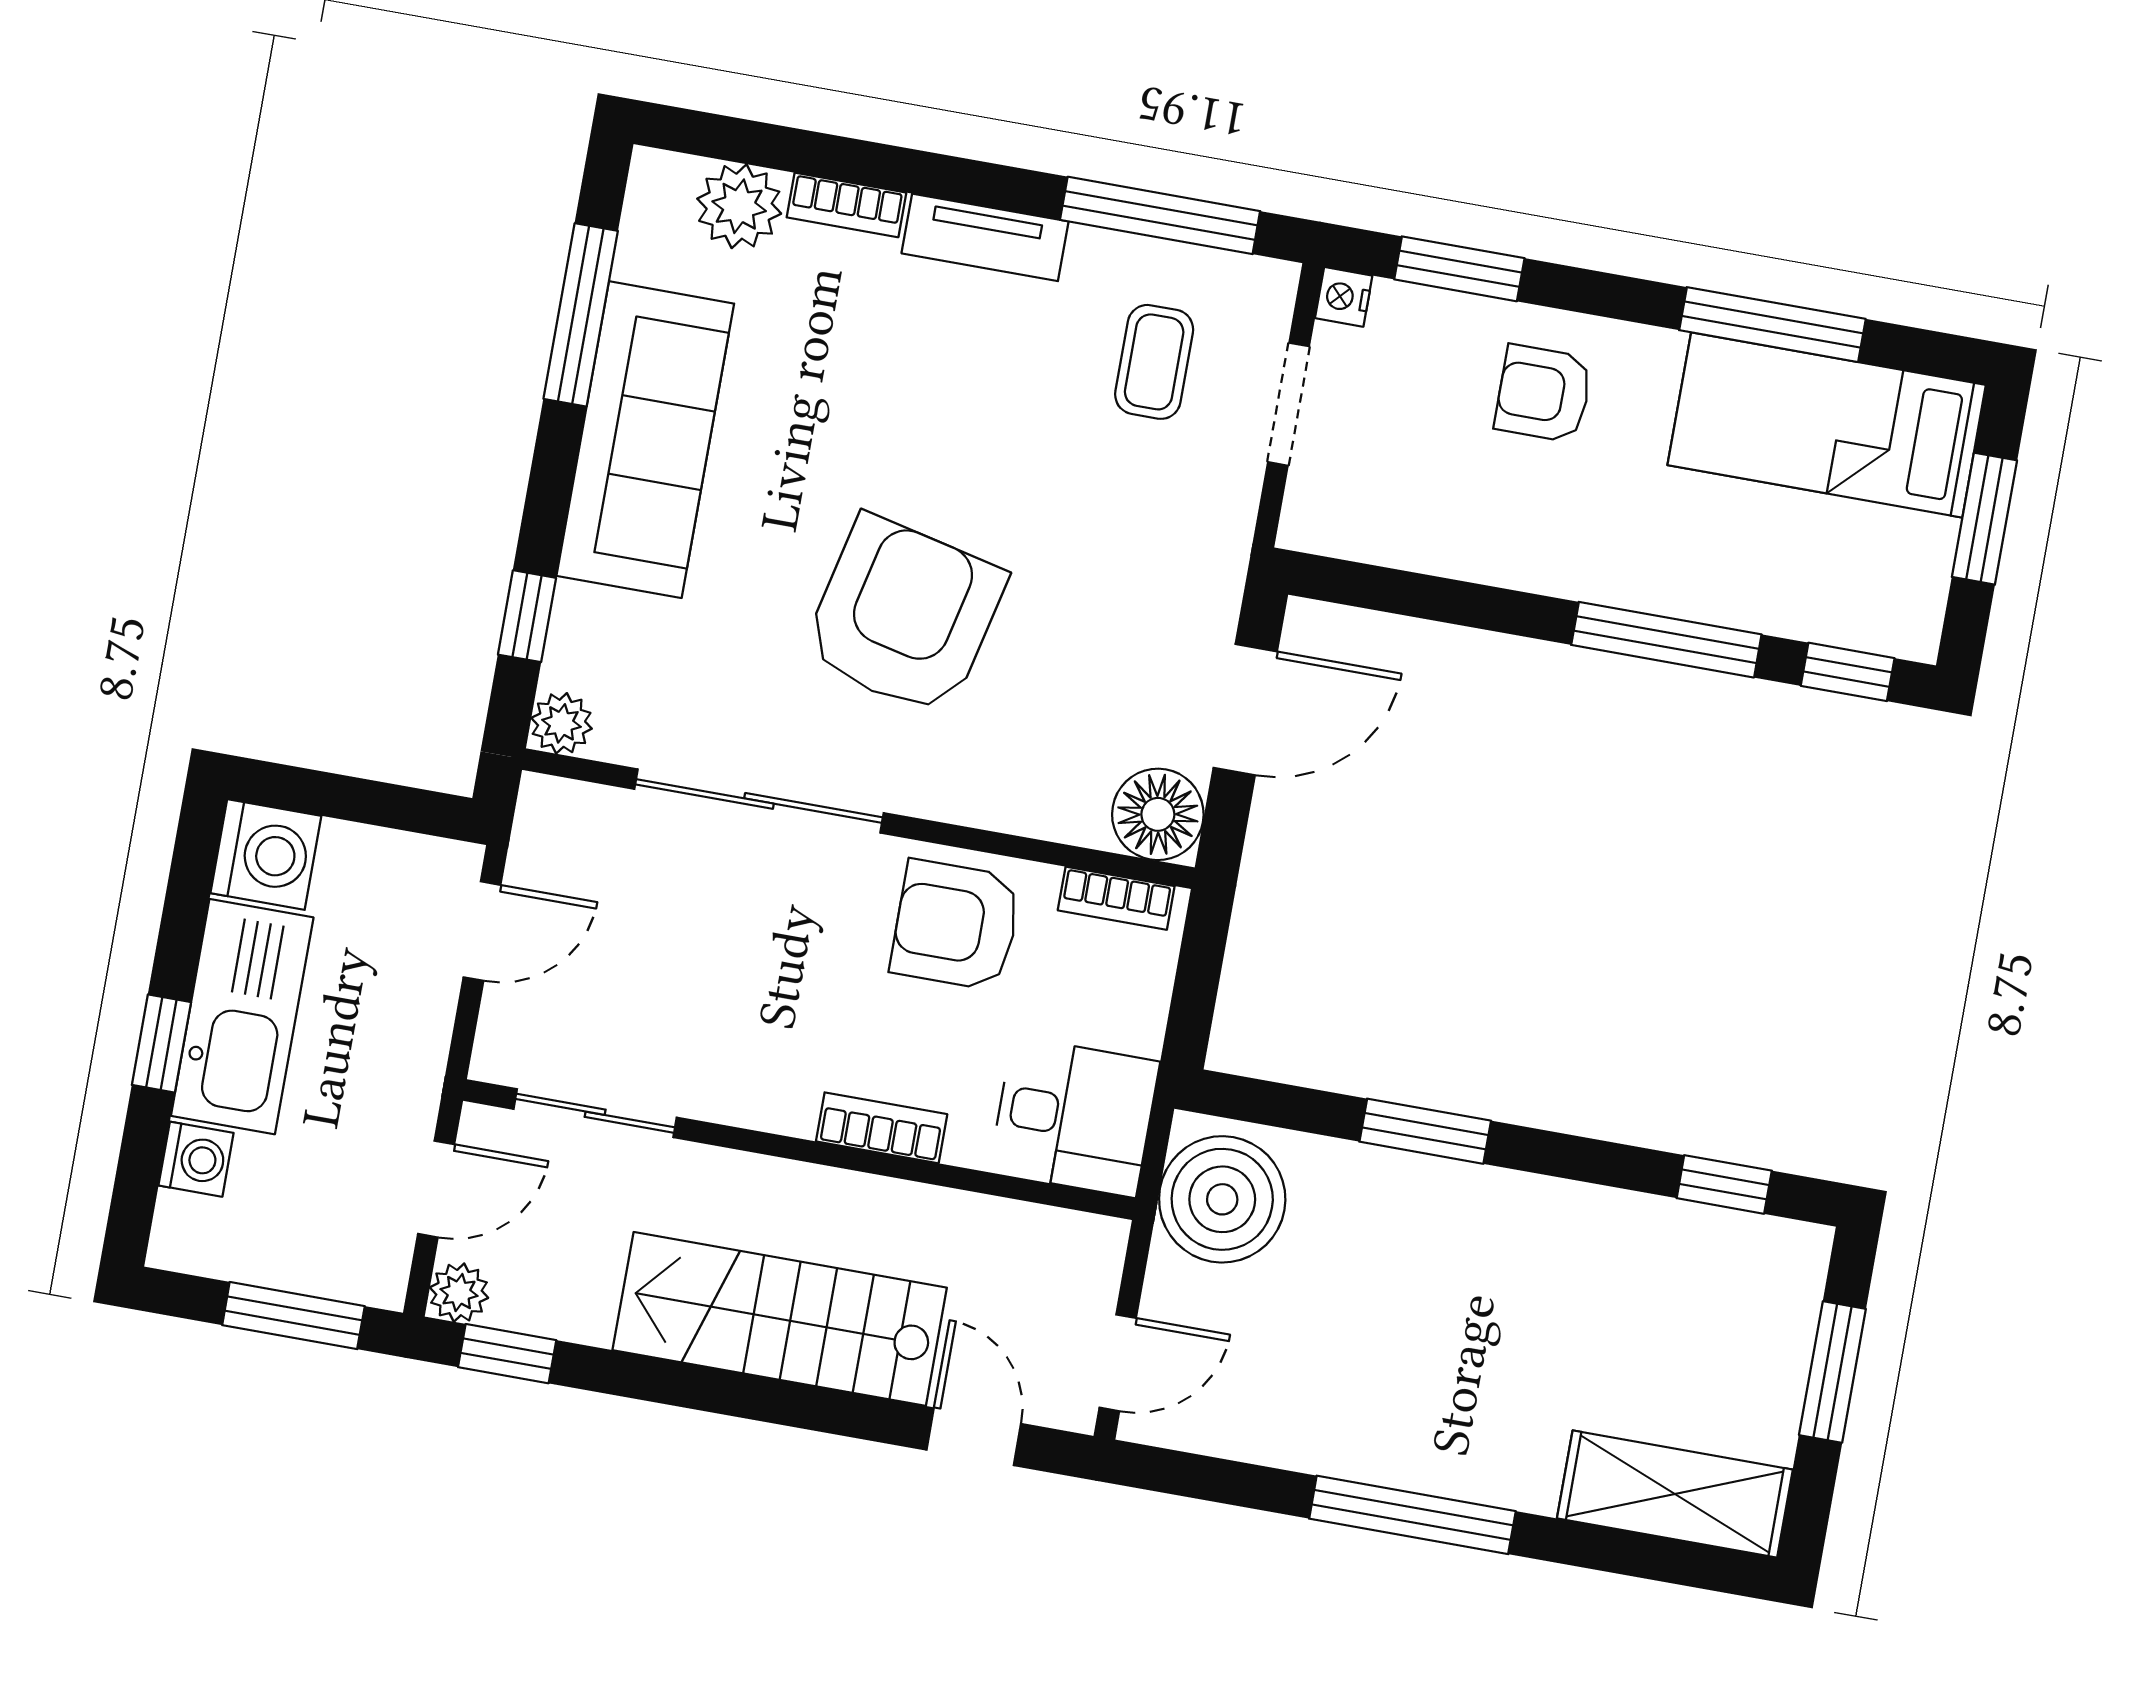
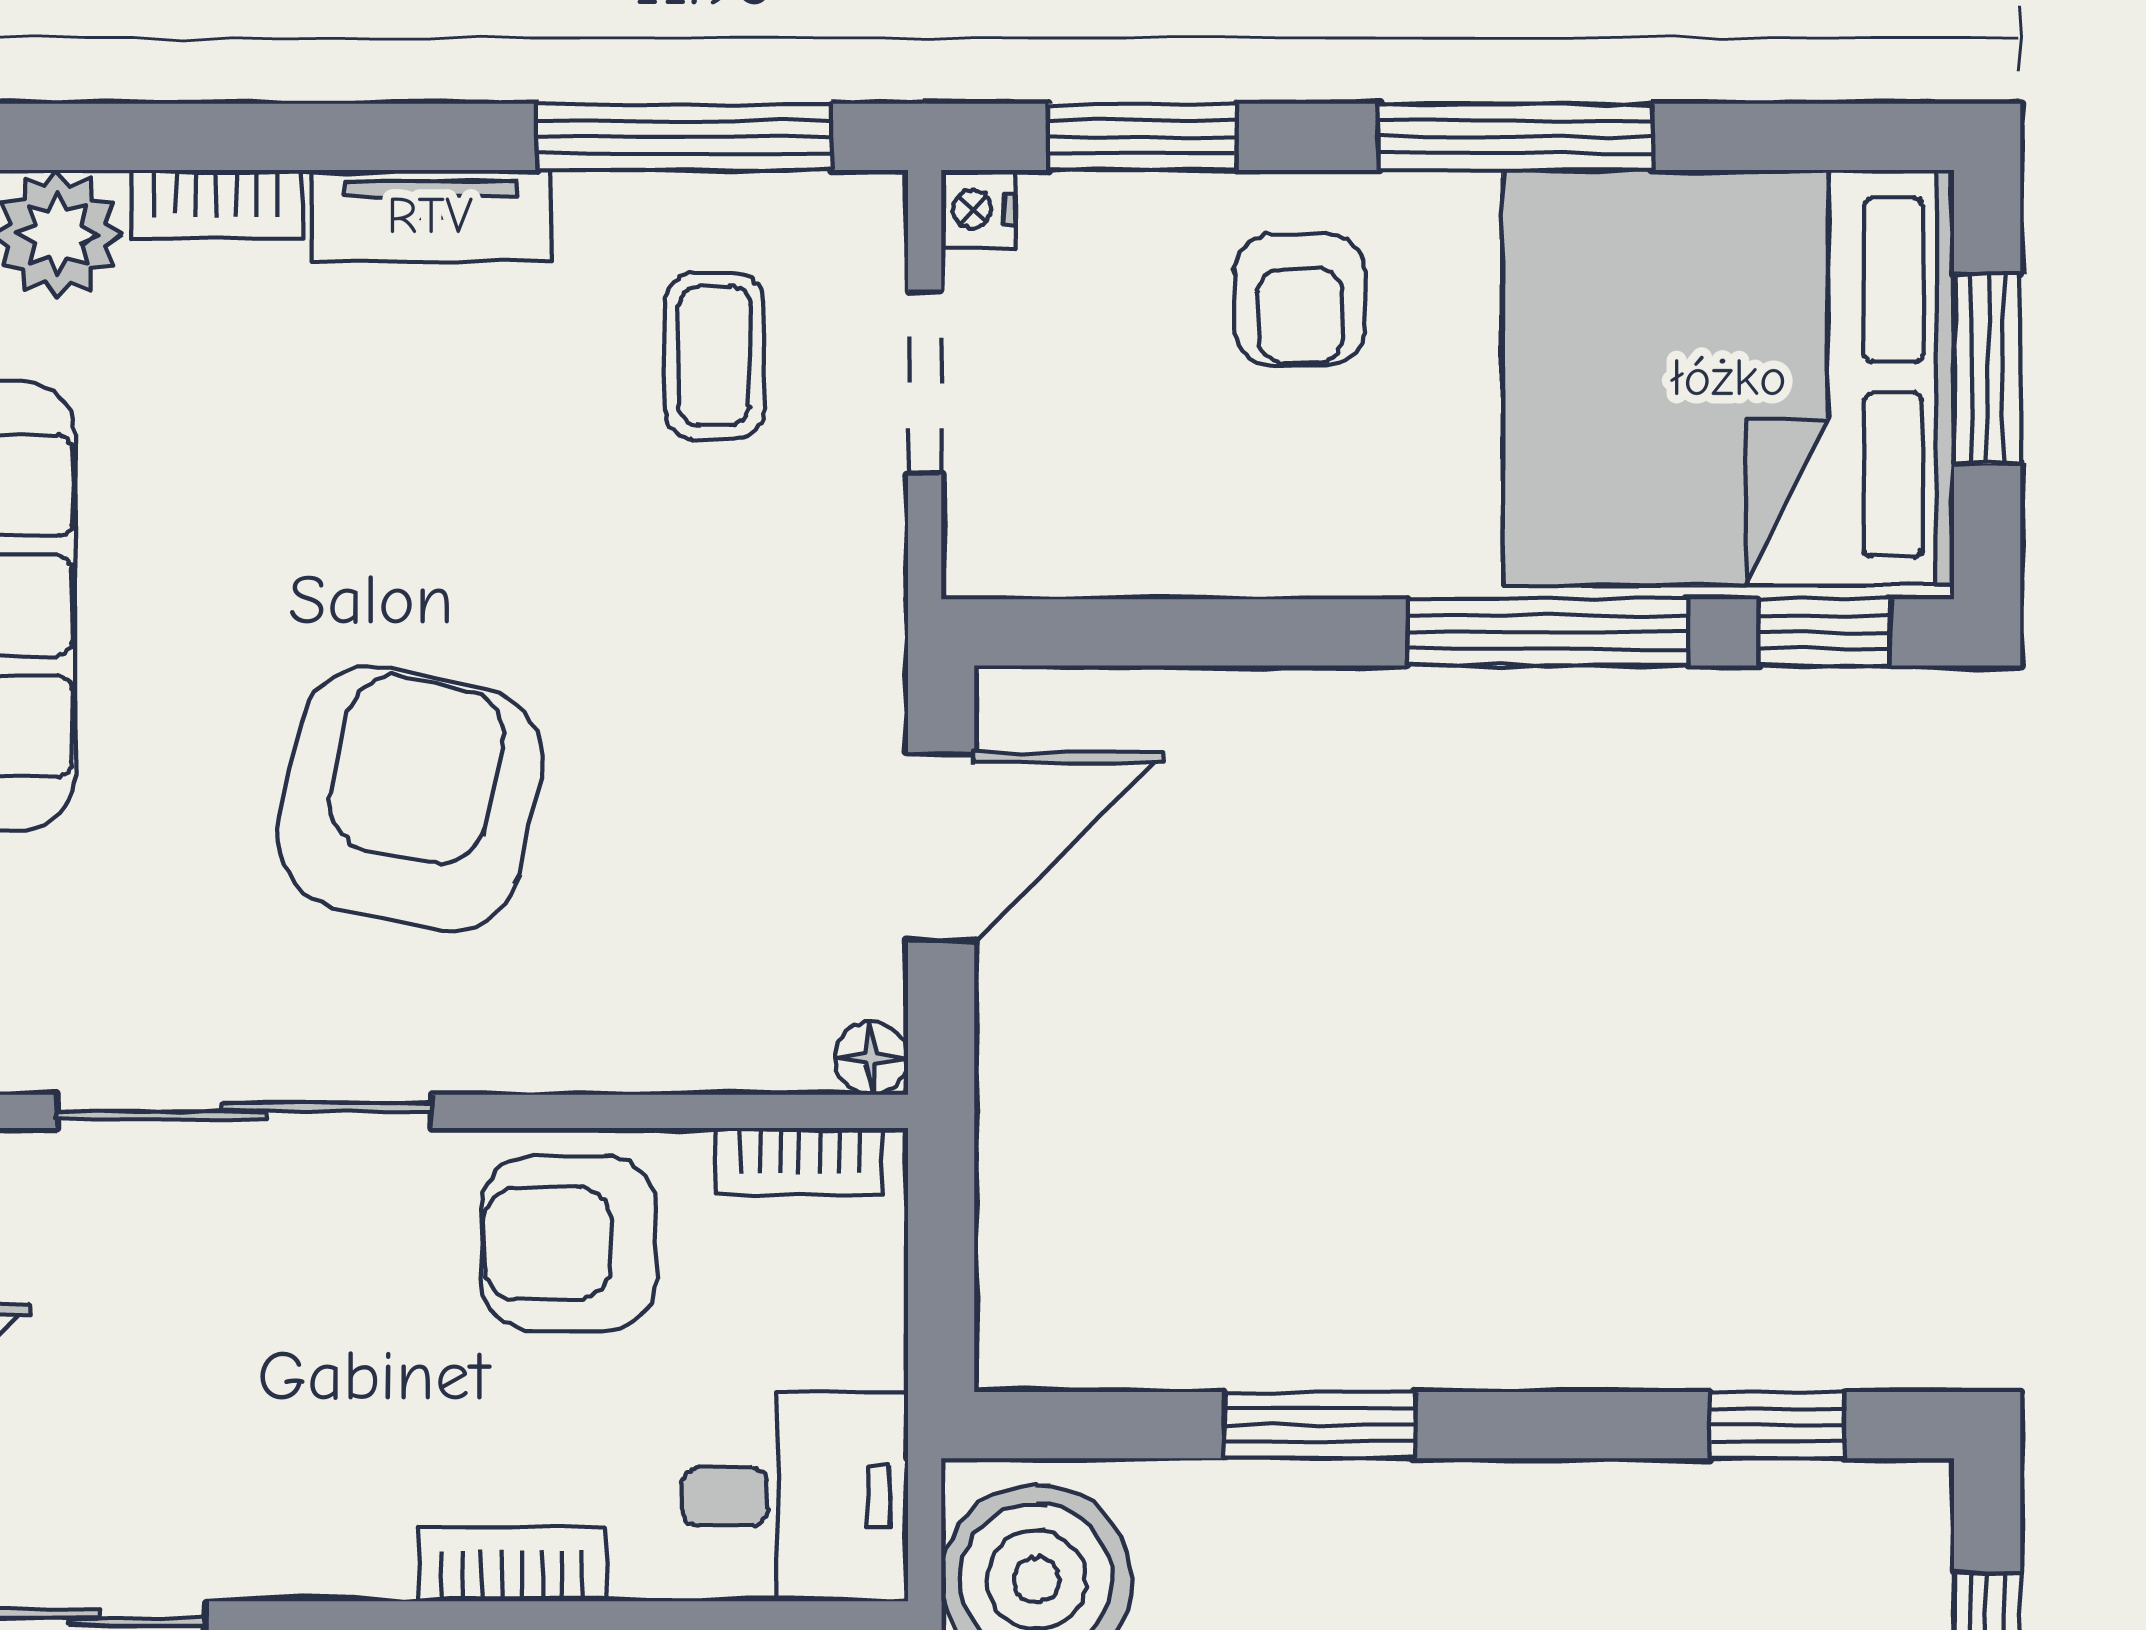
window: (1772, 325) -> (1516, 137), moved
armchair: (1543, 394) -> (1300, 300), turned -91
bed: (1827, 425) -> (1728, 378), width x2.04
floor lamp: (1158, 814) -> (871, 1058), width x0.53, depth x0.53

